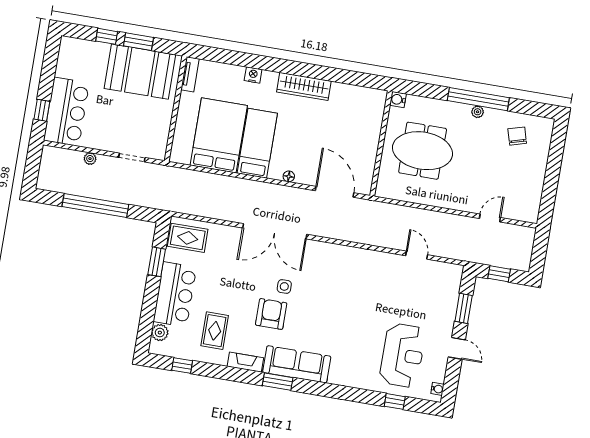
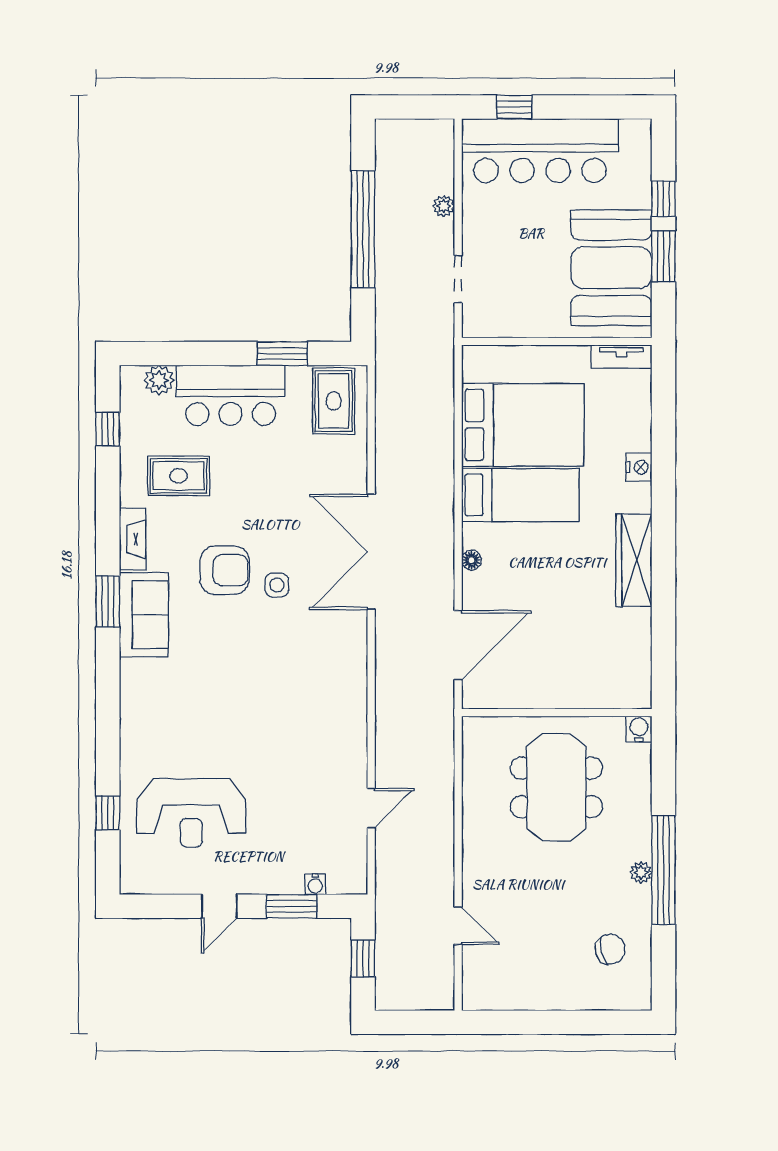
bar counter: (66, 112) -> (540, 151), width x1.36
sofa: (297, 364) -> (144, 615), width x0.73
water cooler: (437, 389) -> (315, 884), moved

